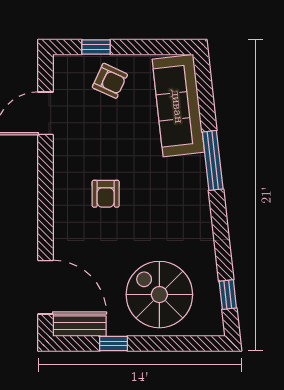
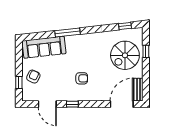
window: (45, 172) -> (72, 104), added
window: (113, 343) -> (146, 51), moved

